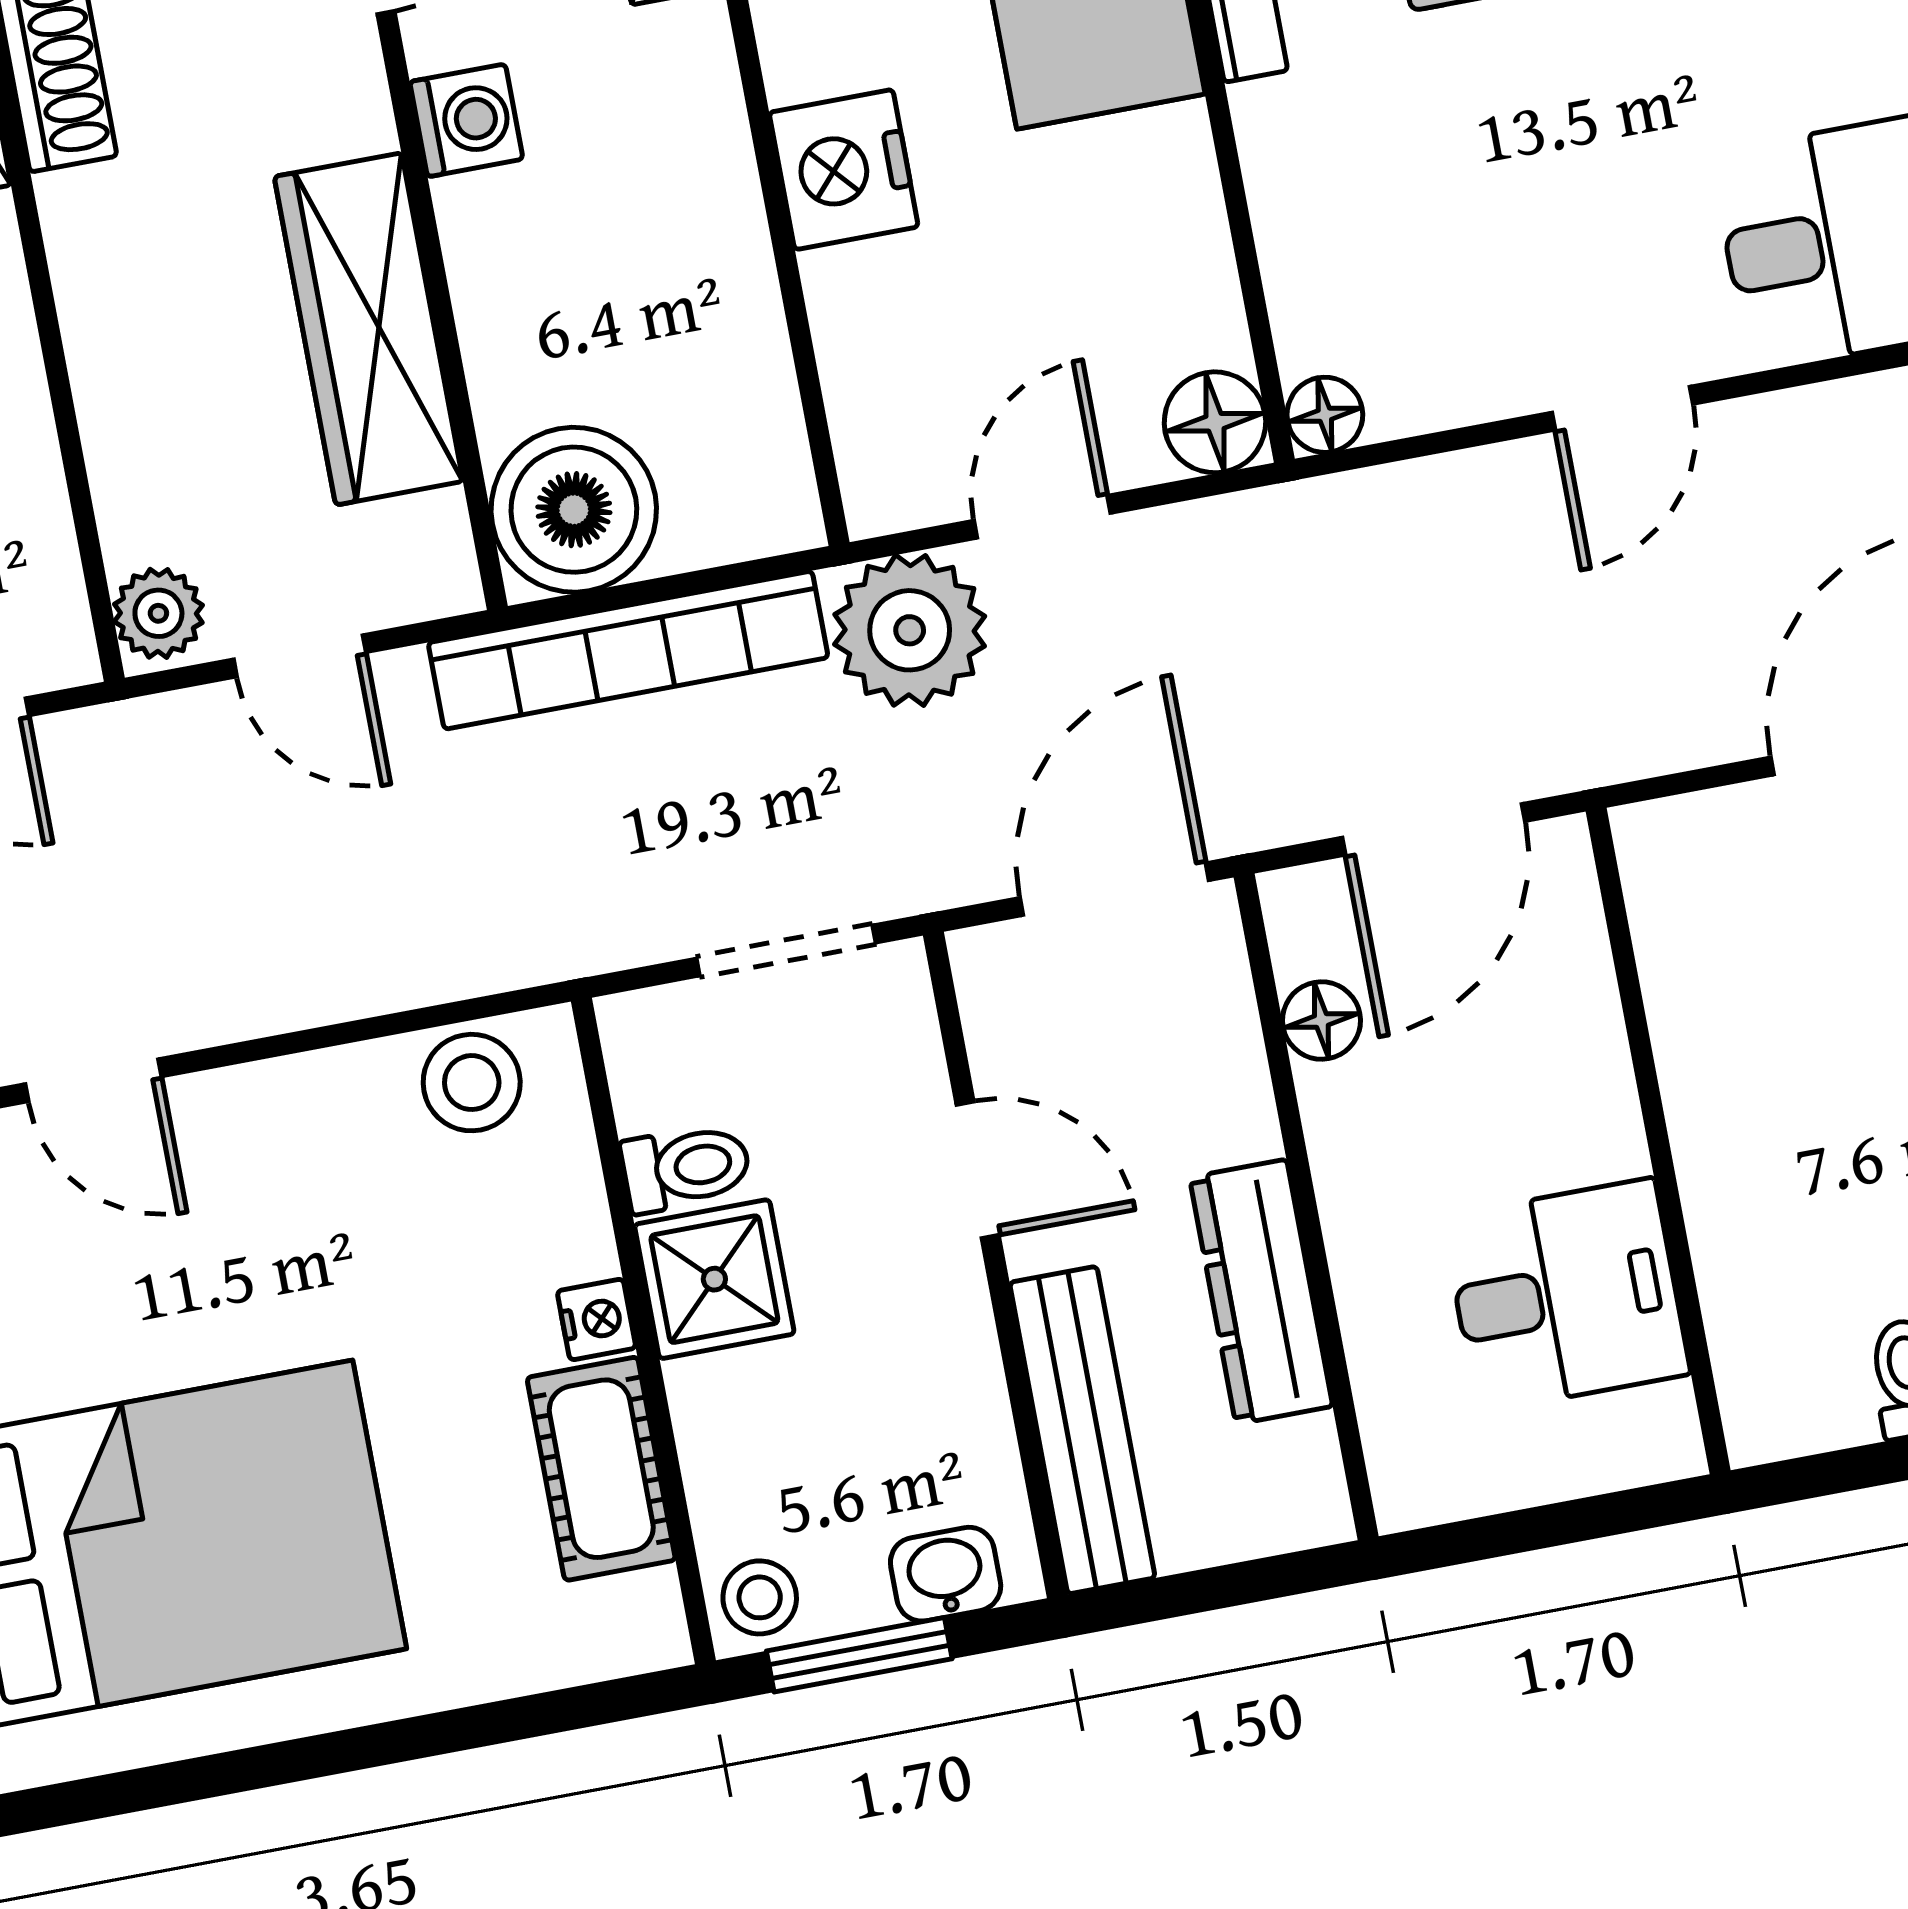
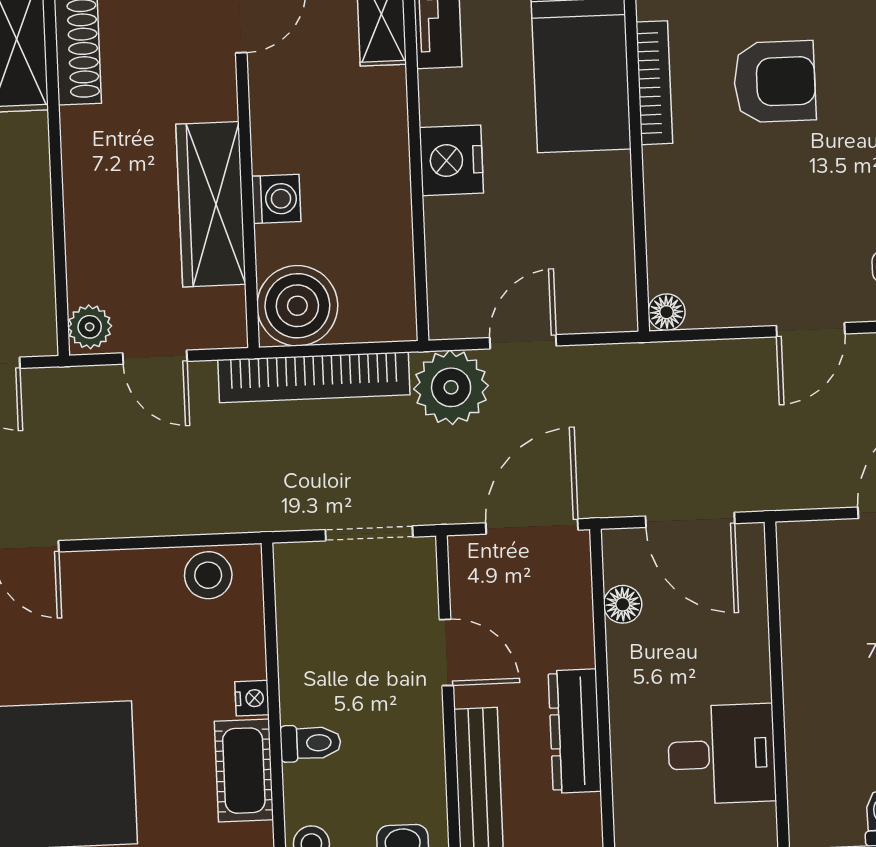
washing machine: (466, 120) -> (276, 199), moved
floor lamp: (1215, 422) -> (613, 308), removed
door: (1433, 829) -> (690, 520), hinge flipped
toilet: (686, 1168) -> (310, 743), moved
shower: (714, 1279) -> (312, 687), removed

